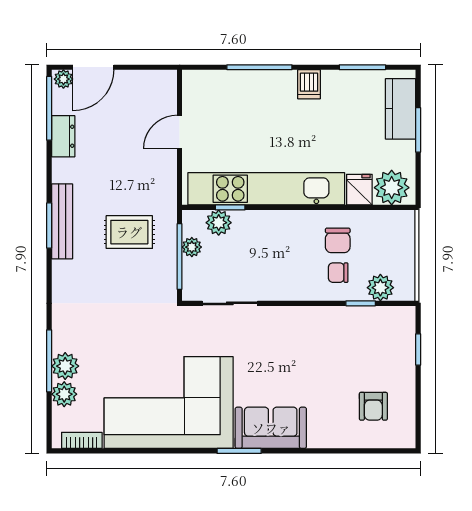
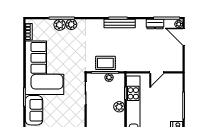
door: (180, 132) -> (157, 72), swing flipped
plant: (219, 223) -> (119, 107), moved
rug: (129, 232) -> (105, 63), moved, turned 90
plant: (64, 394) -> (71, 24), moved

